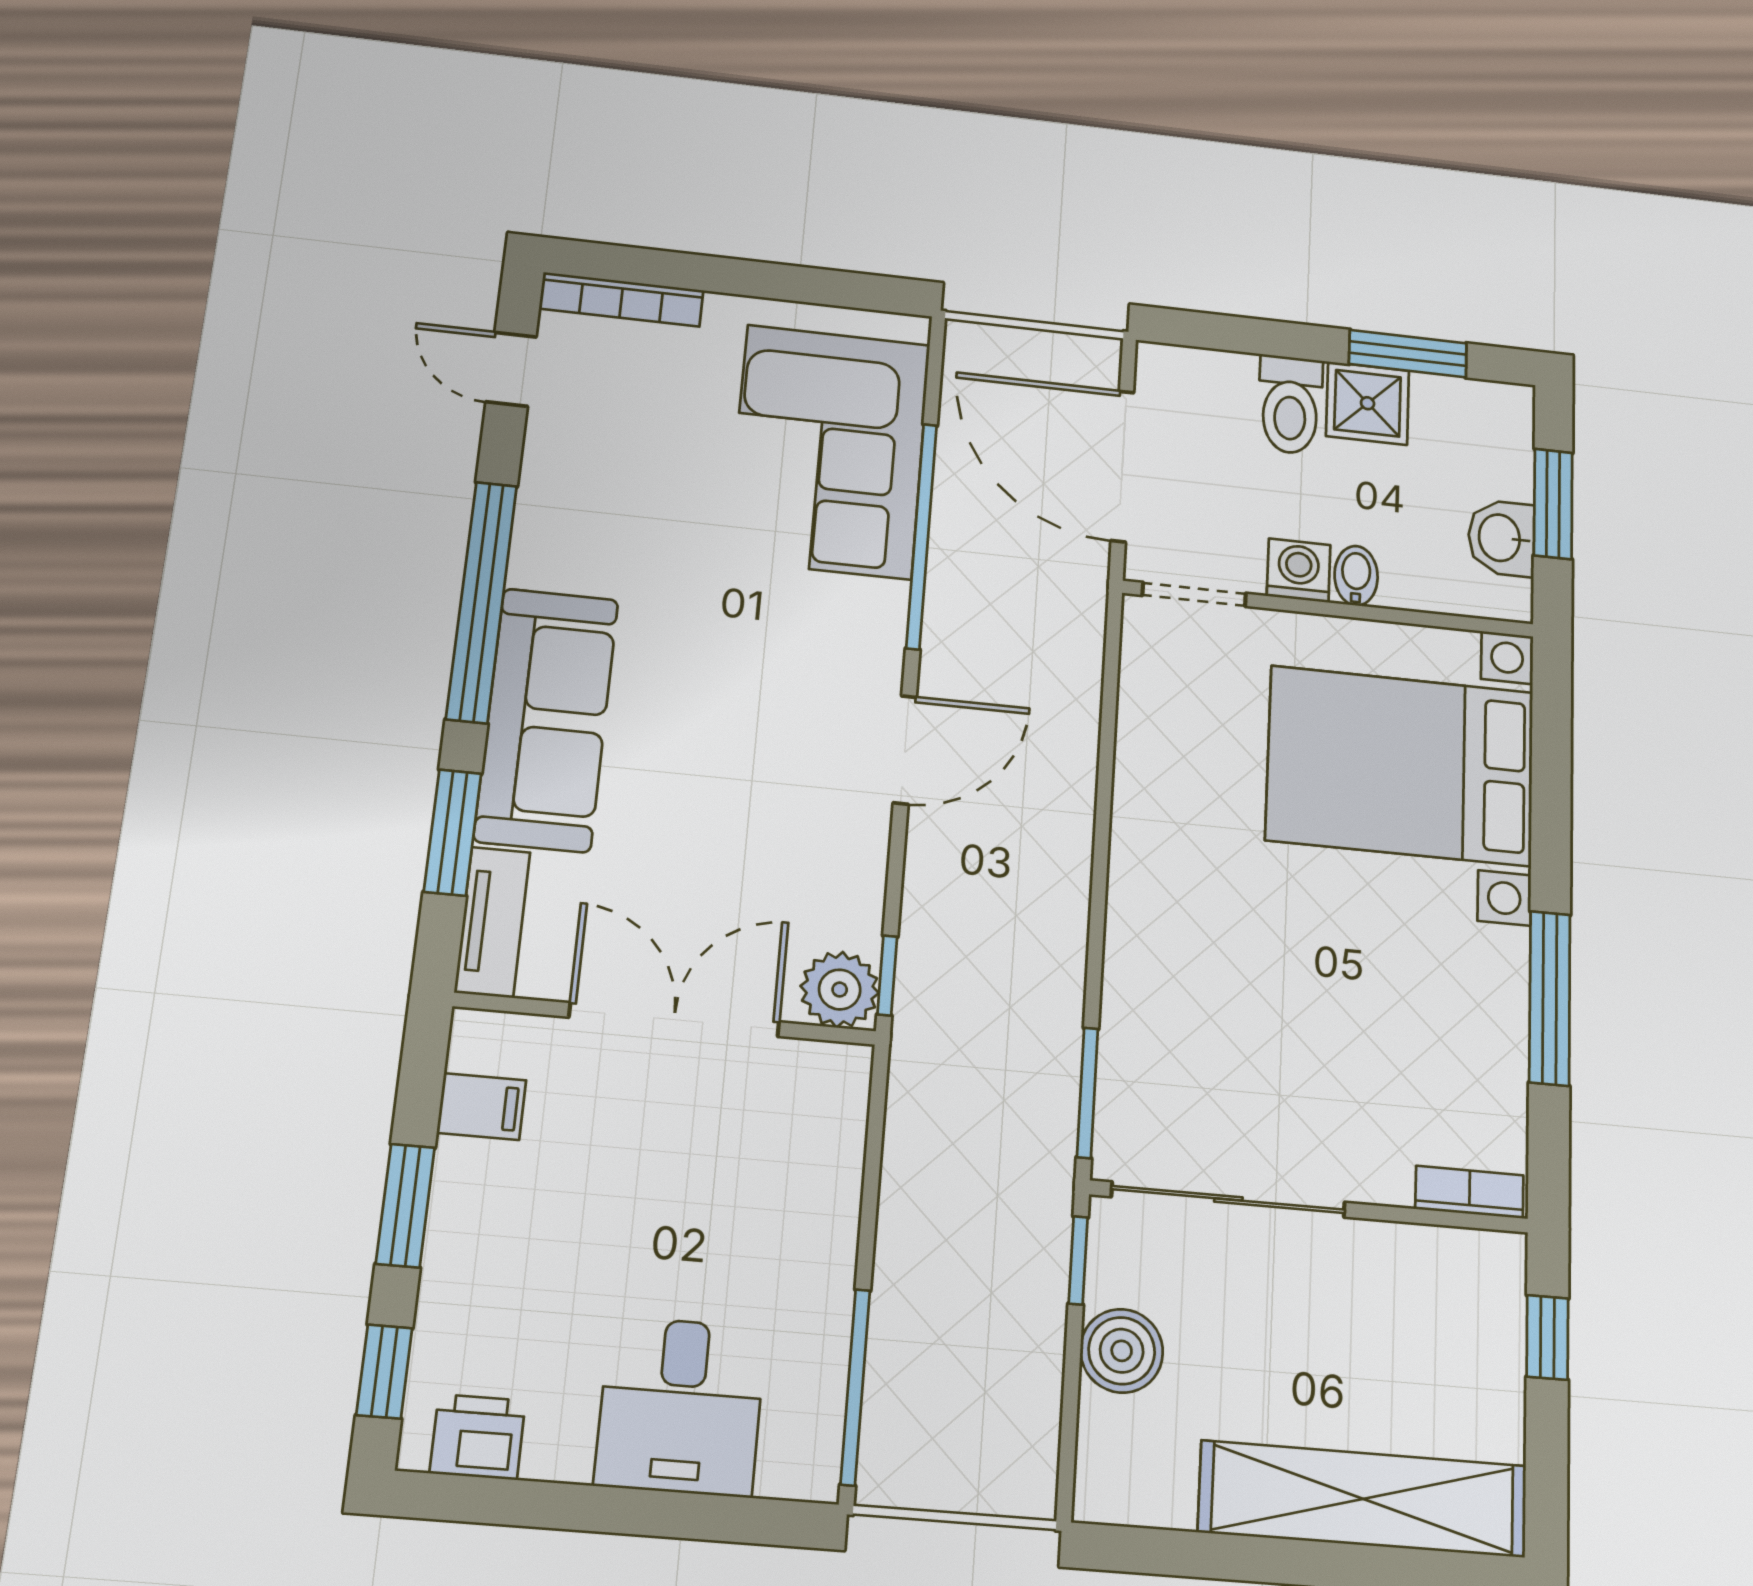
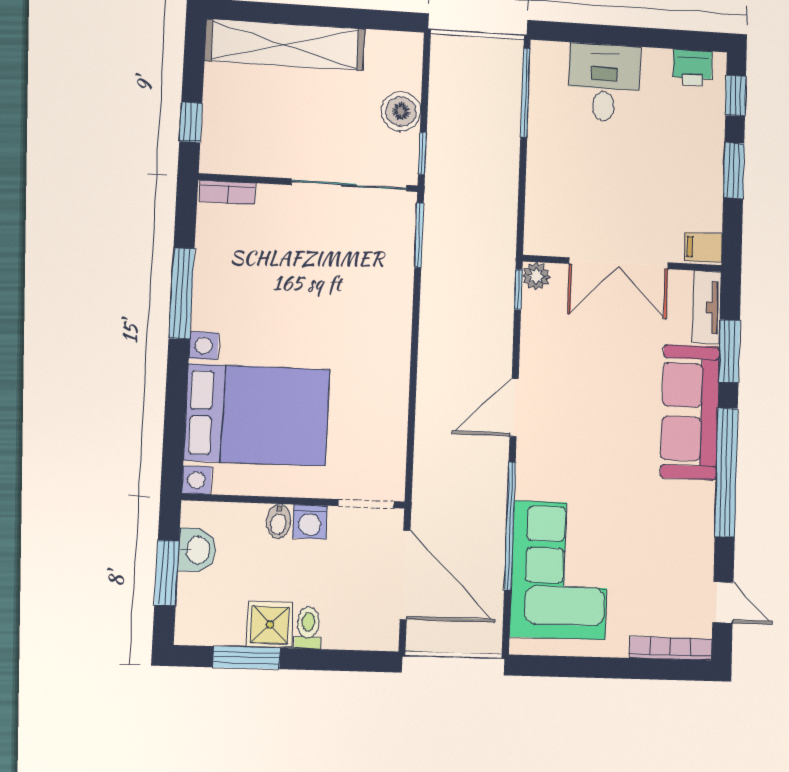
toilet: (1290, 405) -> (308, 628), width x0.73, depth x0.72
plant: (840, 990) -> (536, 276), width x0.73, depth x0.73
filing cabinet: (482, 1106) -> (703, 247), moved

